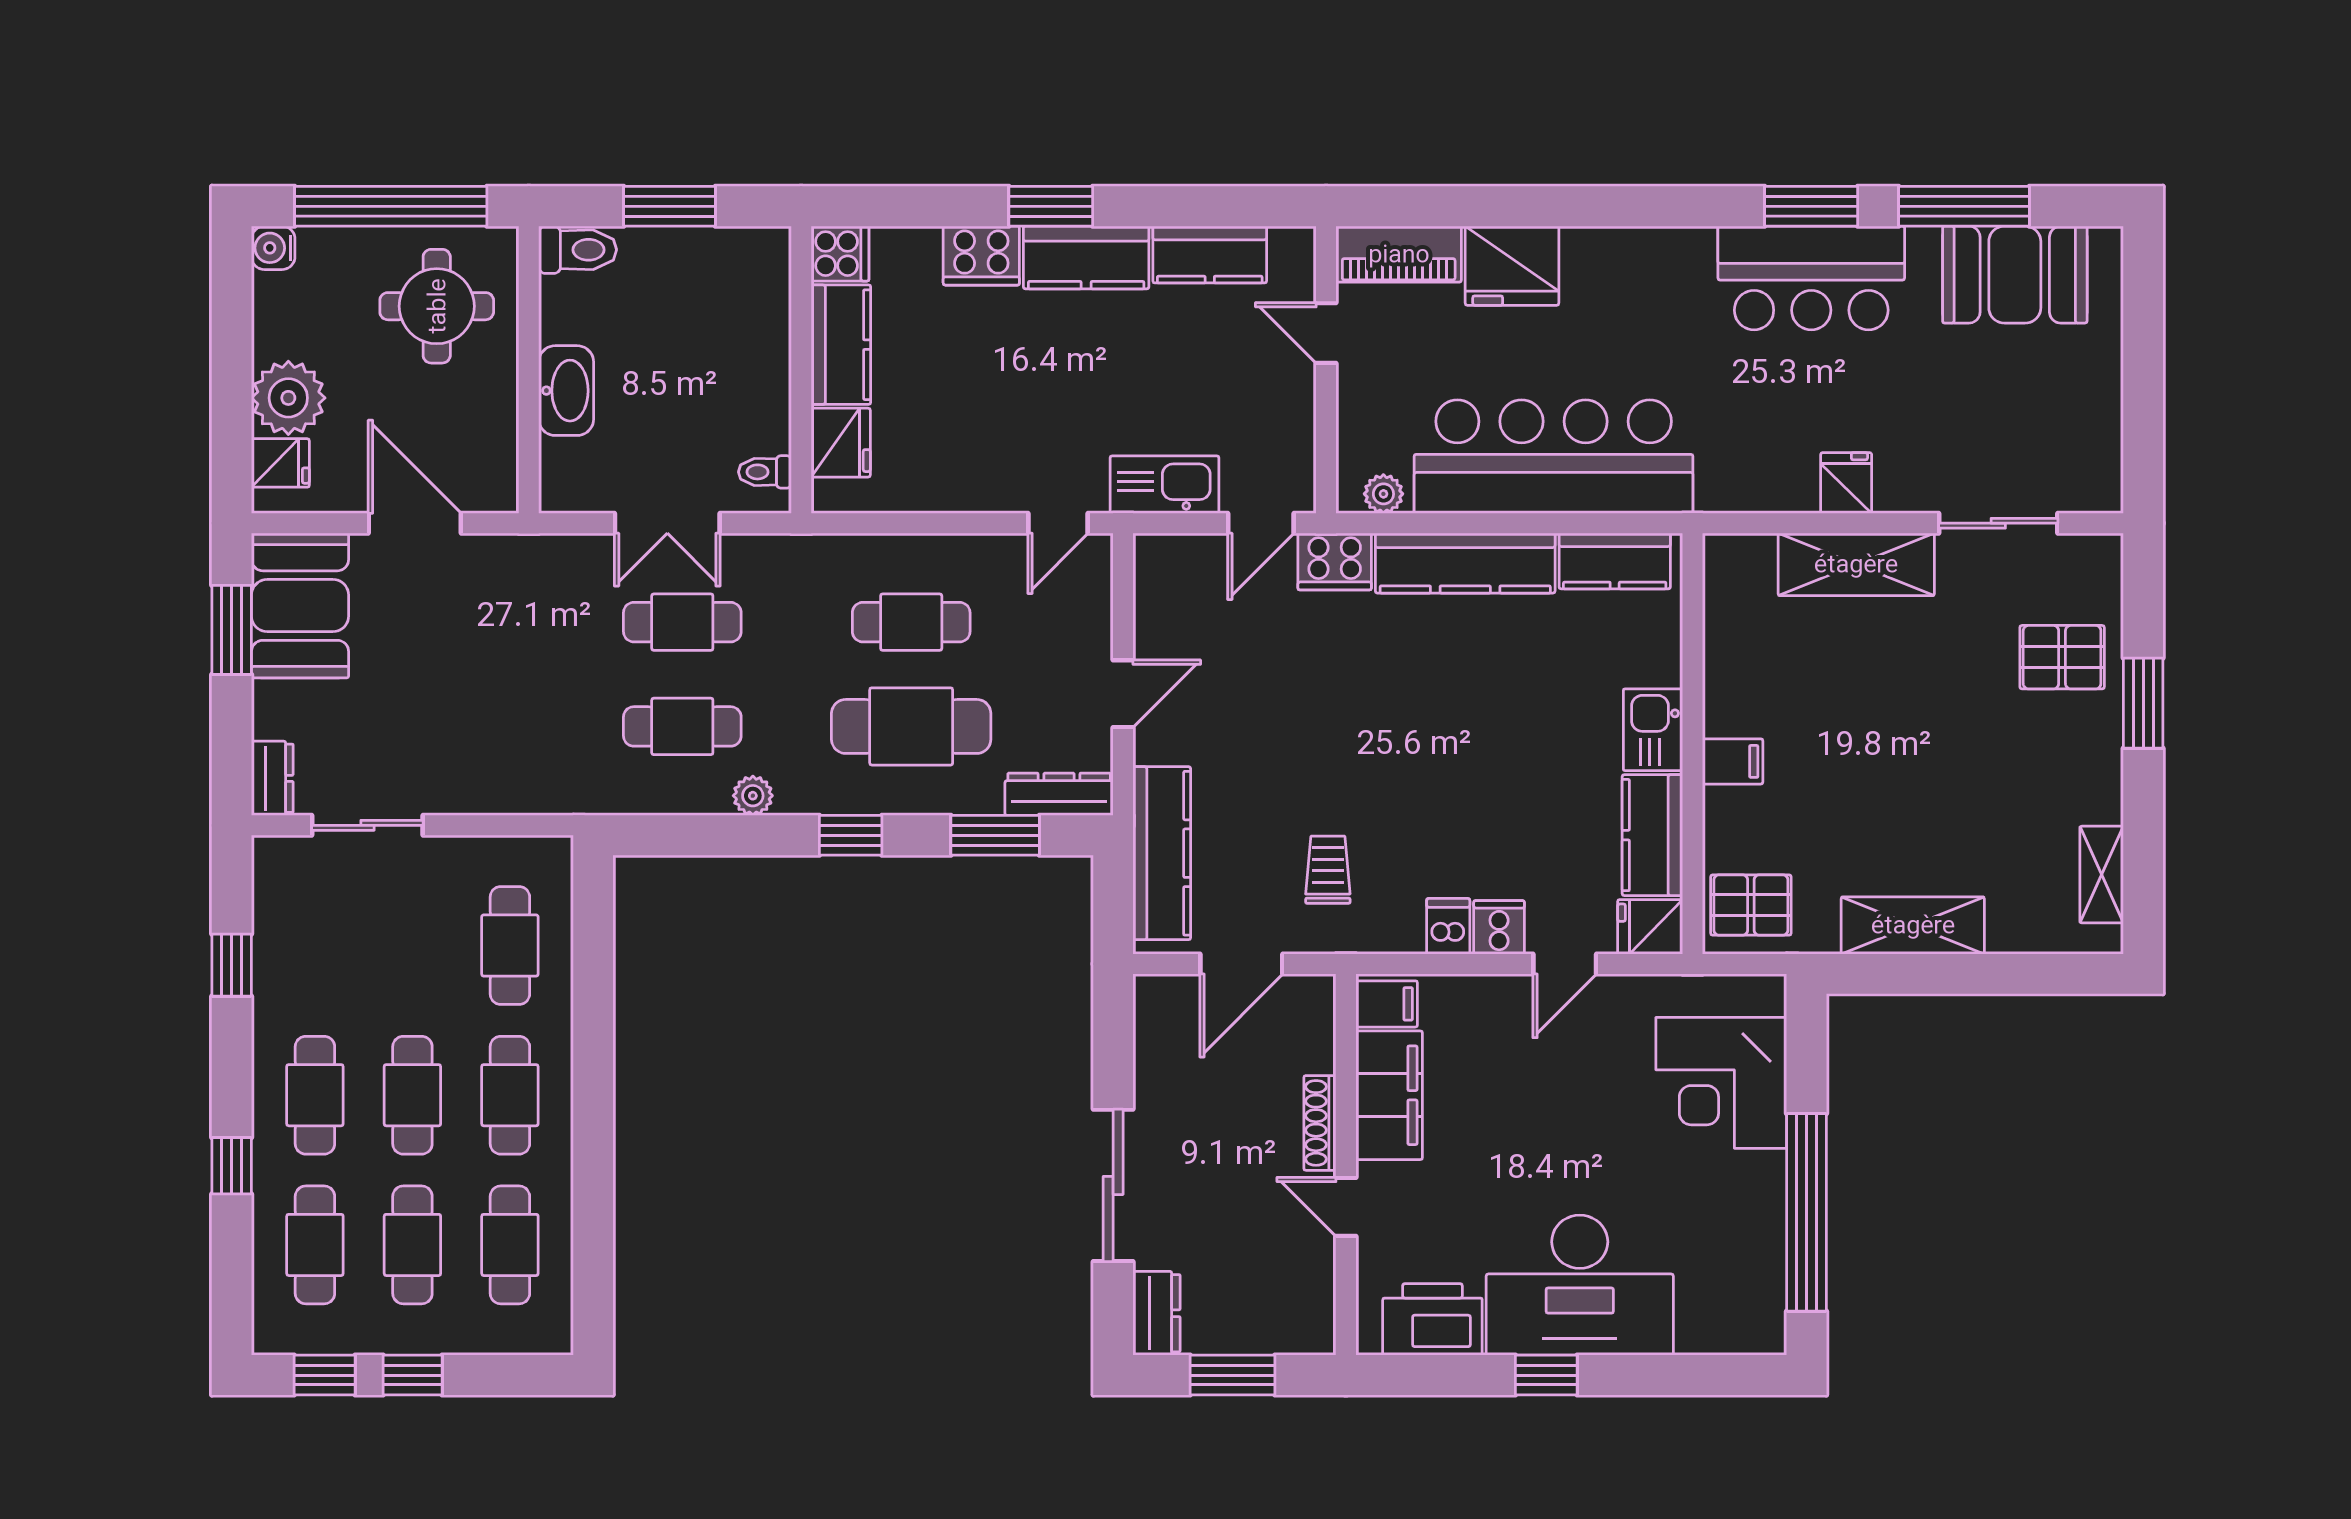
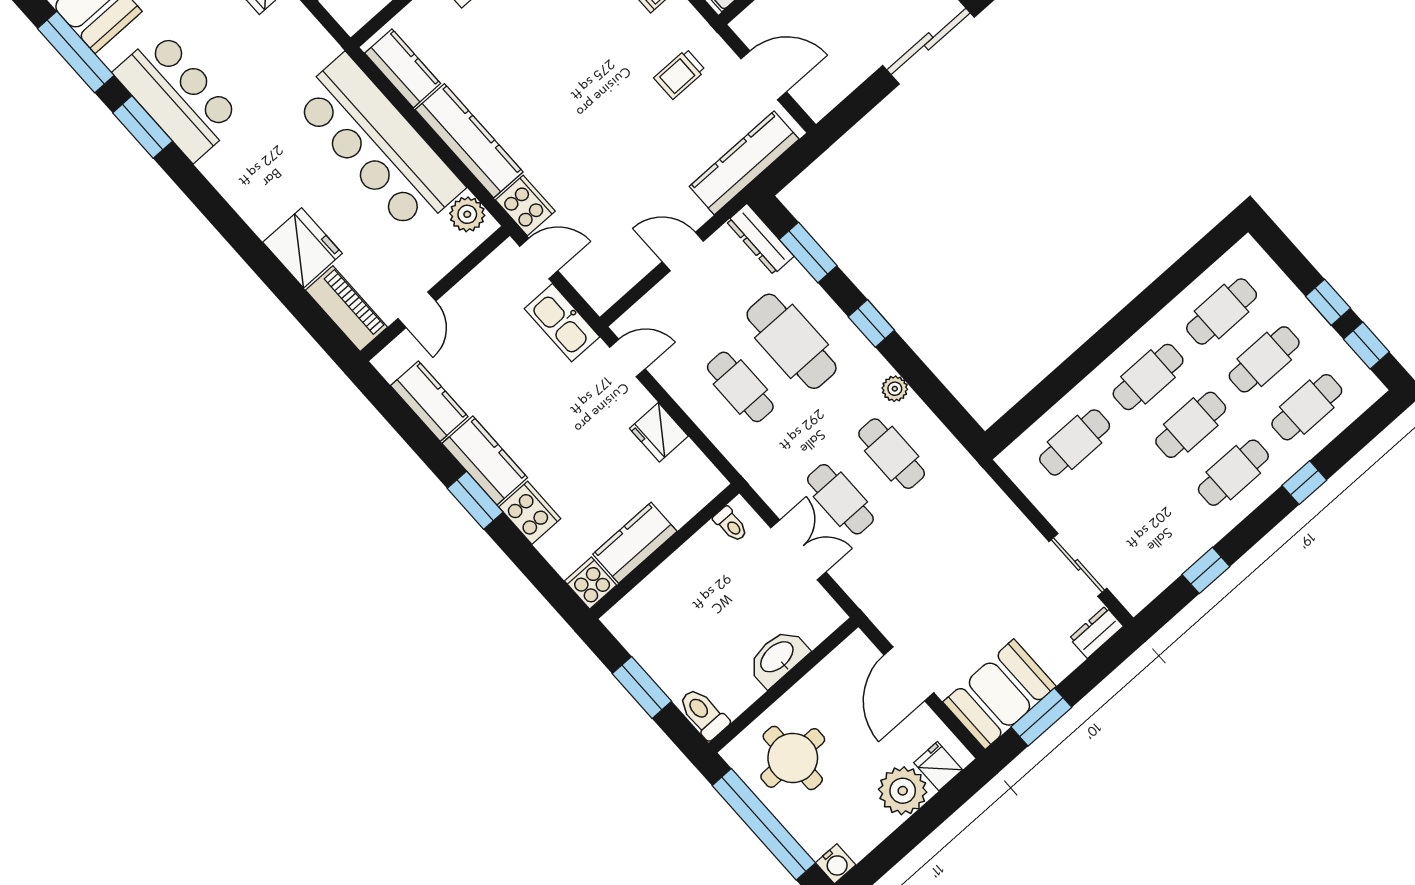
fridge: (841, 443) -> (659, 432), moved, turned -90
plant: (1383, 494) -> (467, 214), width x1.38, depth x1.38

